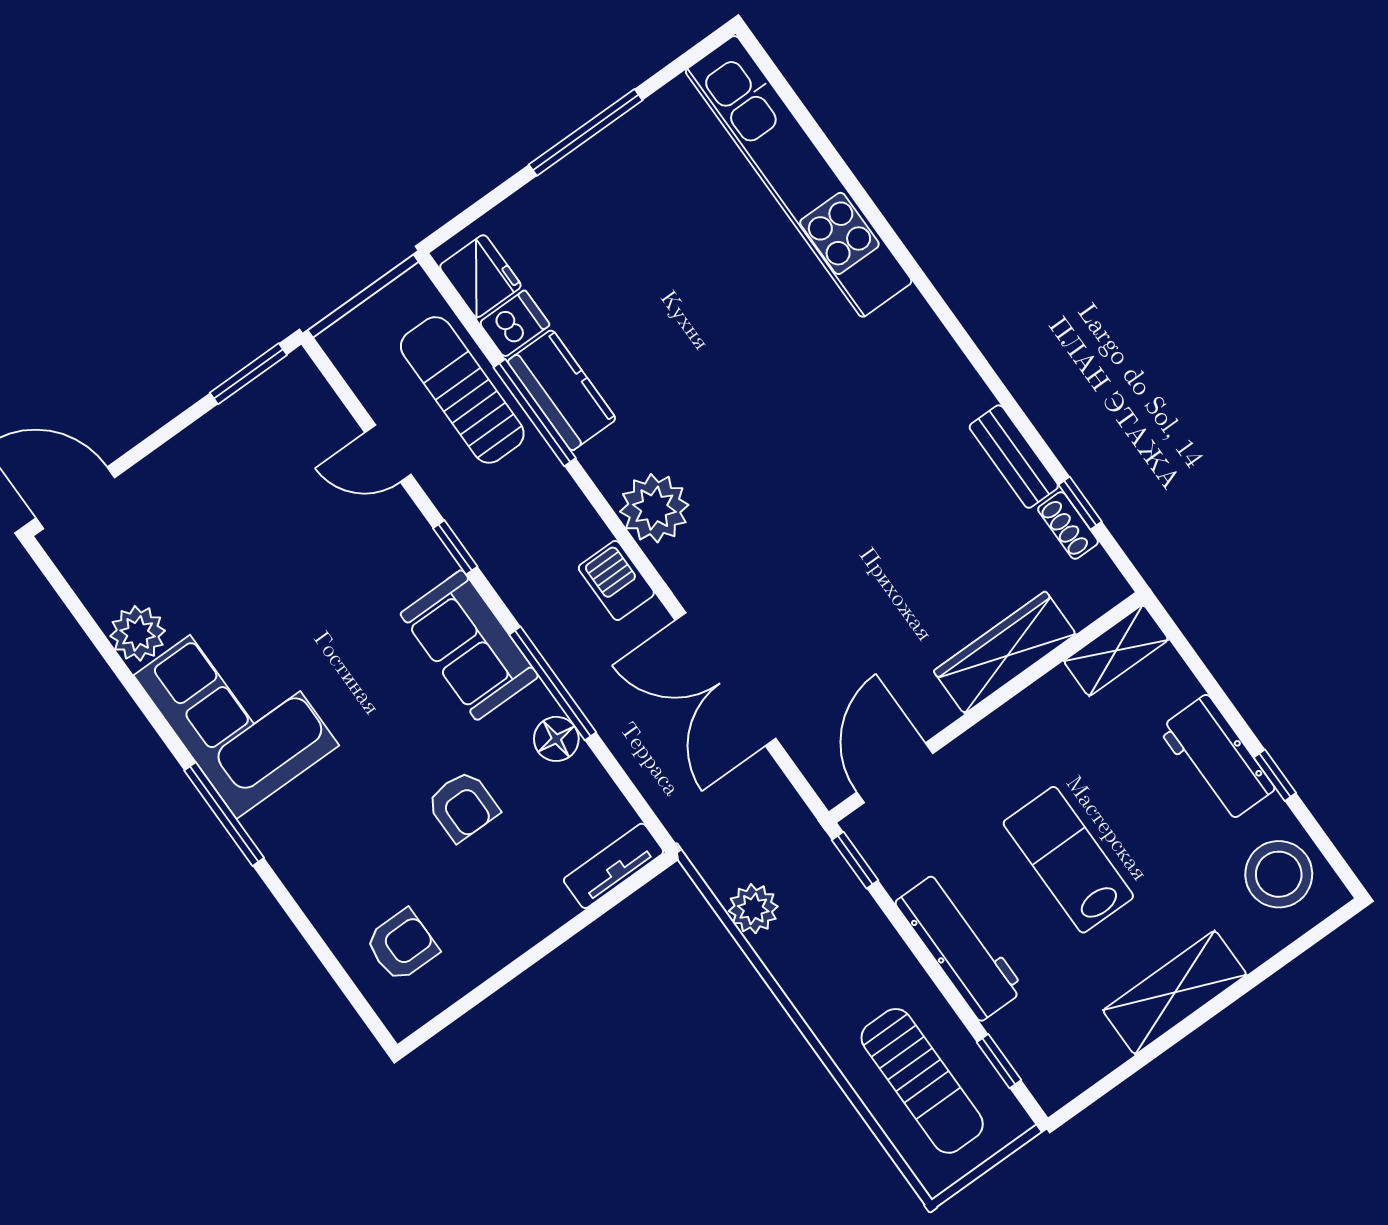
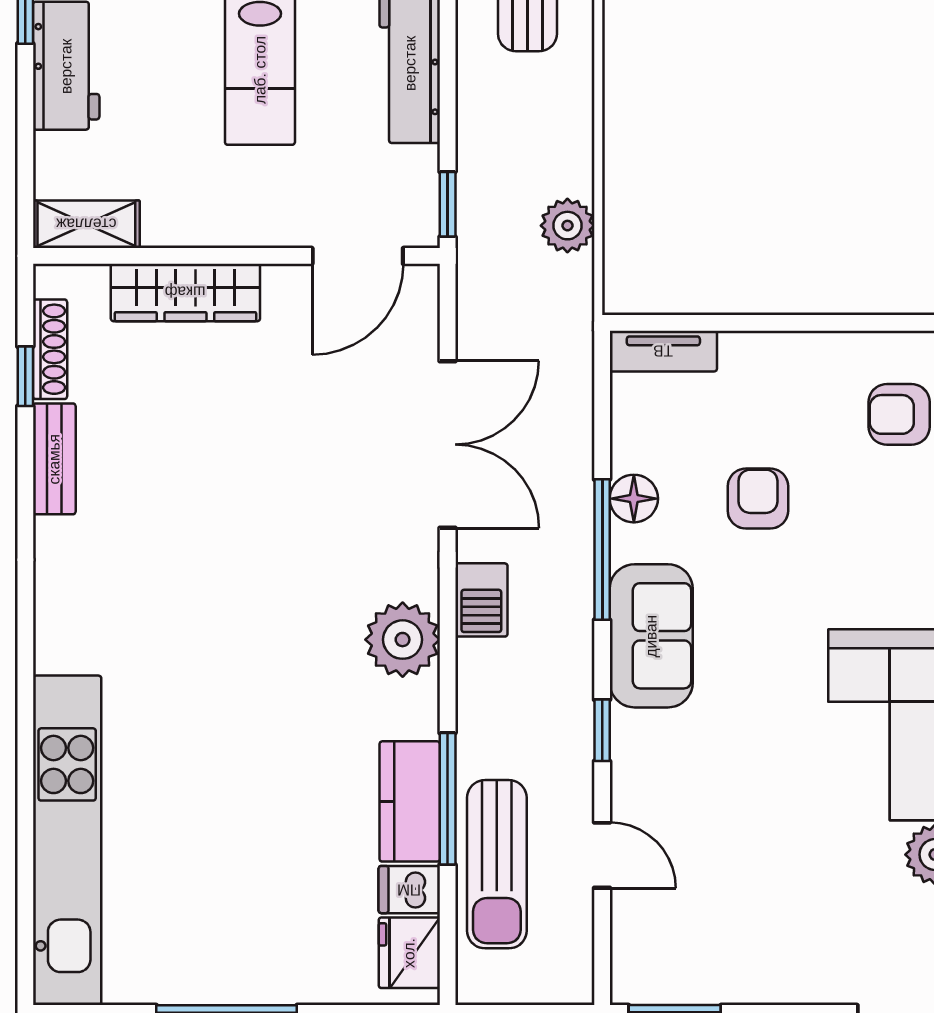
shoe rack: (1068, 526) -> (50, 349), width x1.43

